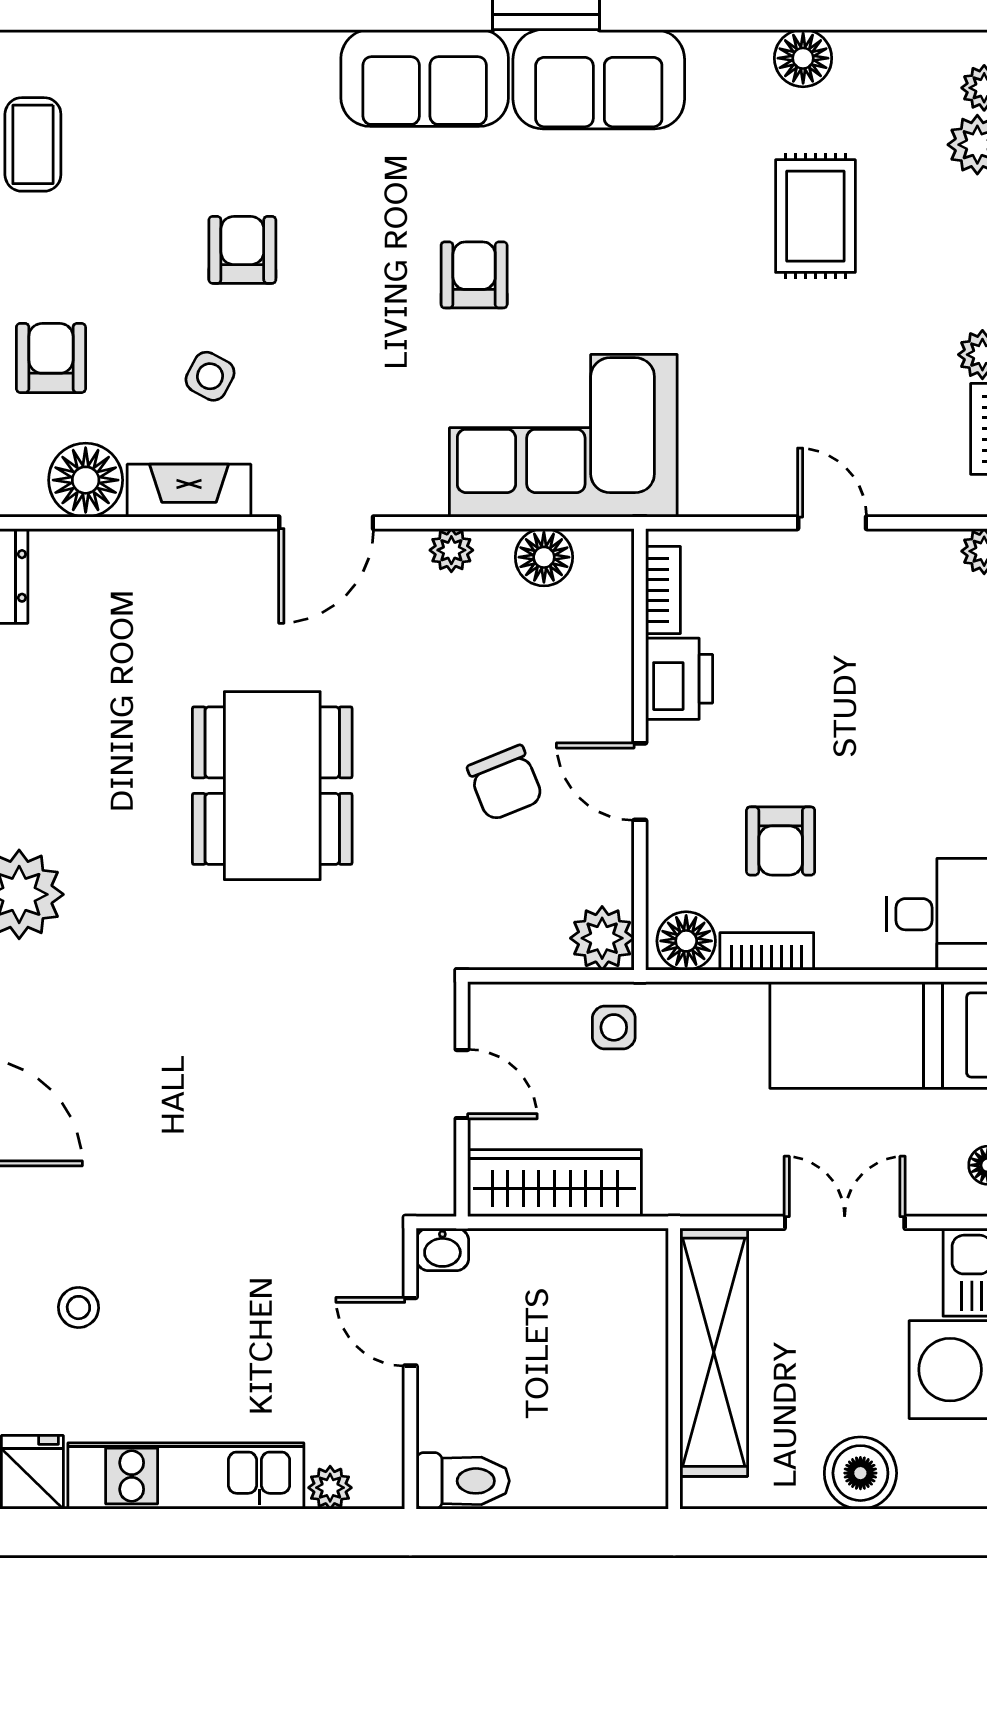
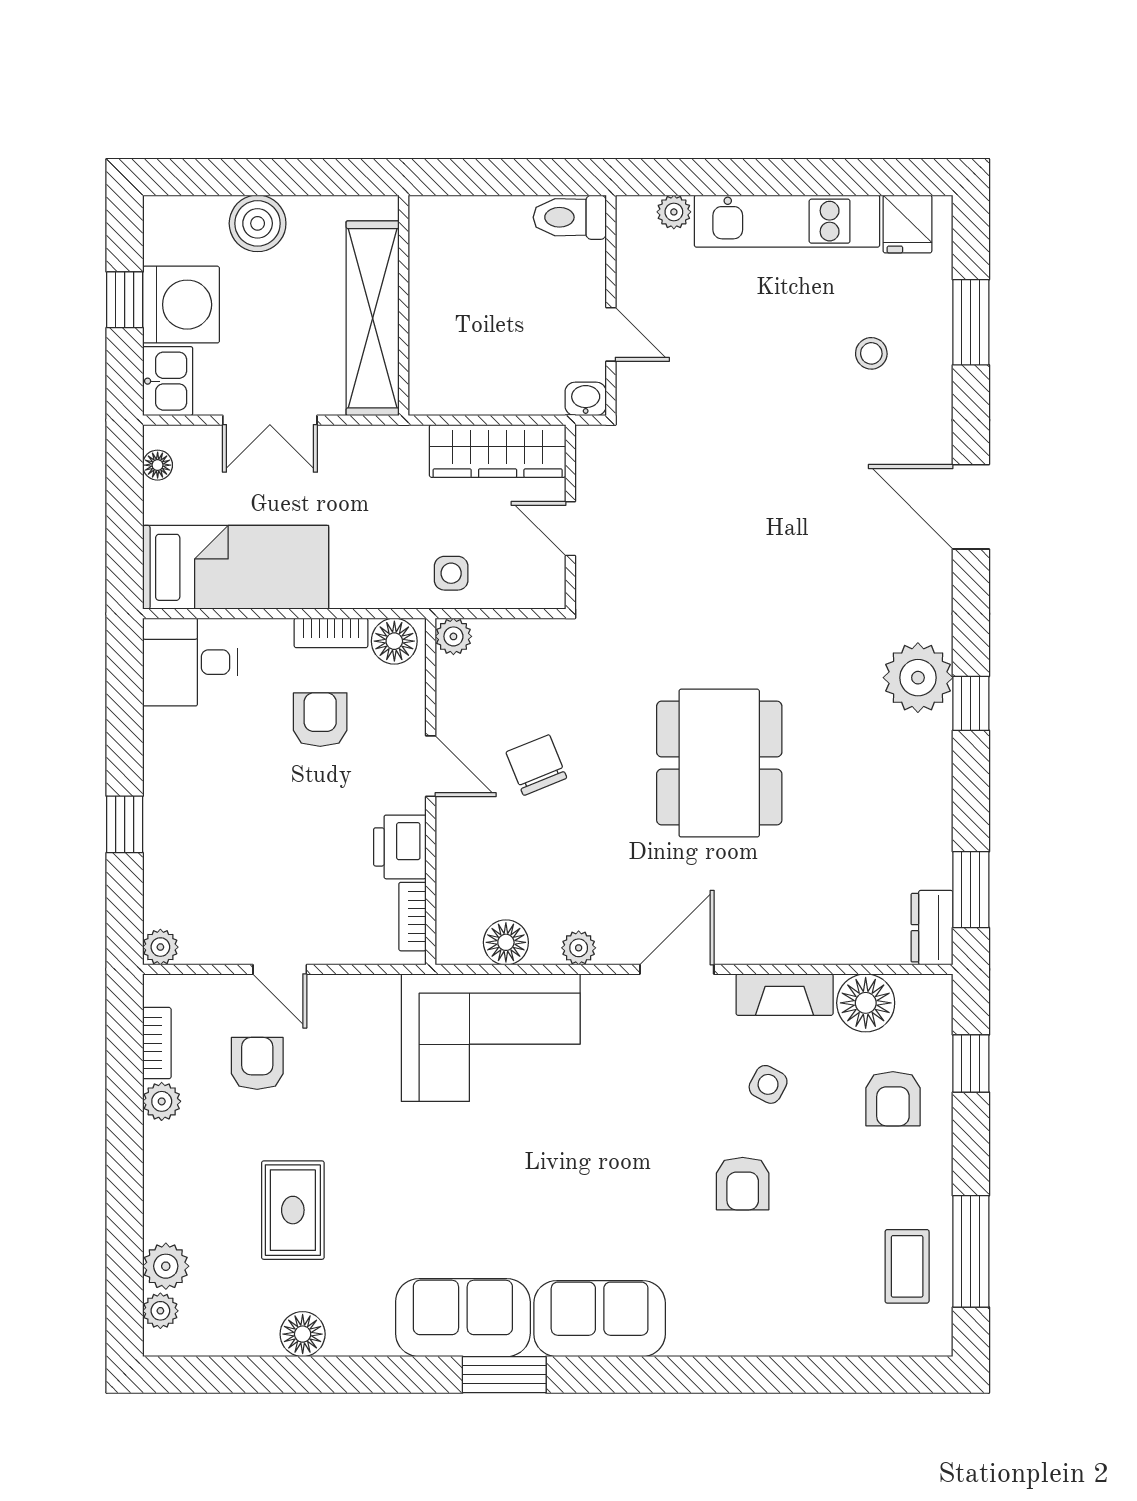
armchair: (474, 275) -> (257, 1063), moved, turned 180
plant: (602, 938) -> (453, 636), width x0.73, depth x0.73

